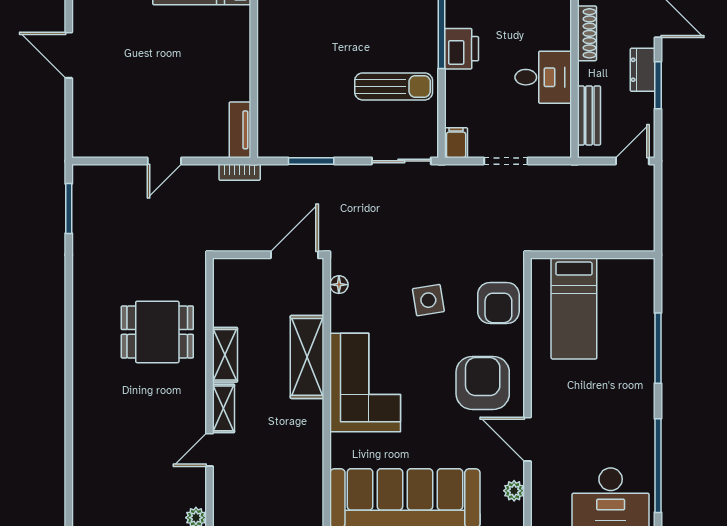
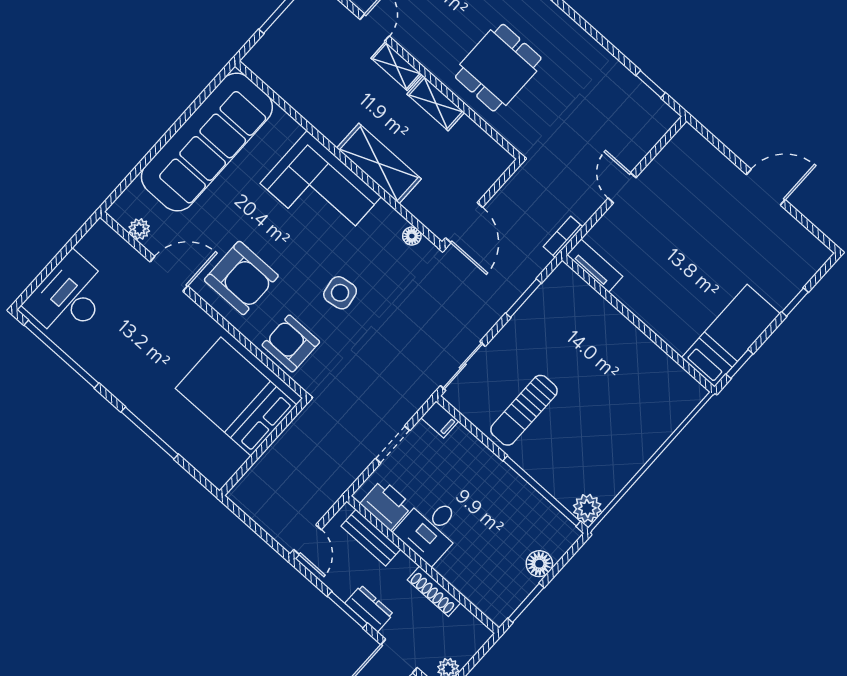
printer: (462, 49) -> (386, 505), moved, turned 180
window: (69, 208) -> (651, 84), width x0.67
bed: (574, 308) -> (236, 397), width x1.50

